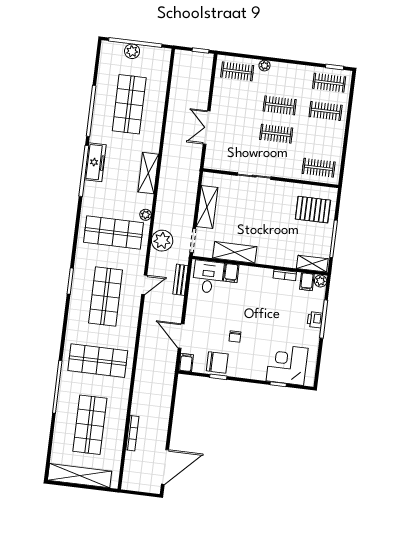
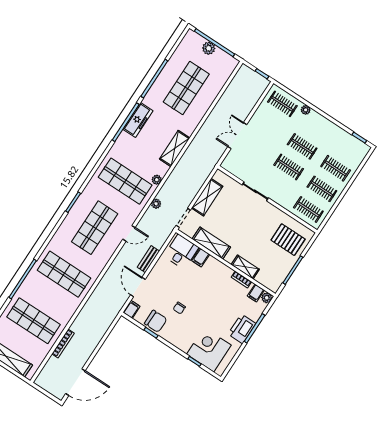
clothes rail: (329, 83) -> (322, 189), moved
plant: (162, 241) -> (156, 204), width x0.53, depth x0.53
shelving: (312, 264) -> (245, 267), moved
bench: (180, 280) -> (148, 259), moved
printer: (315, 320) -> (242, 329), width x1.87, depth x1.48
shop shelf: (90, 425) -> (33, 321), turned 90

